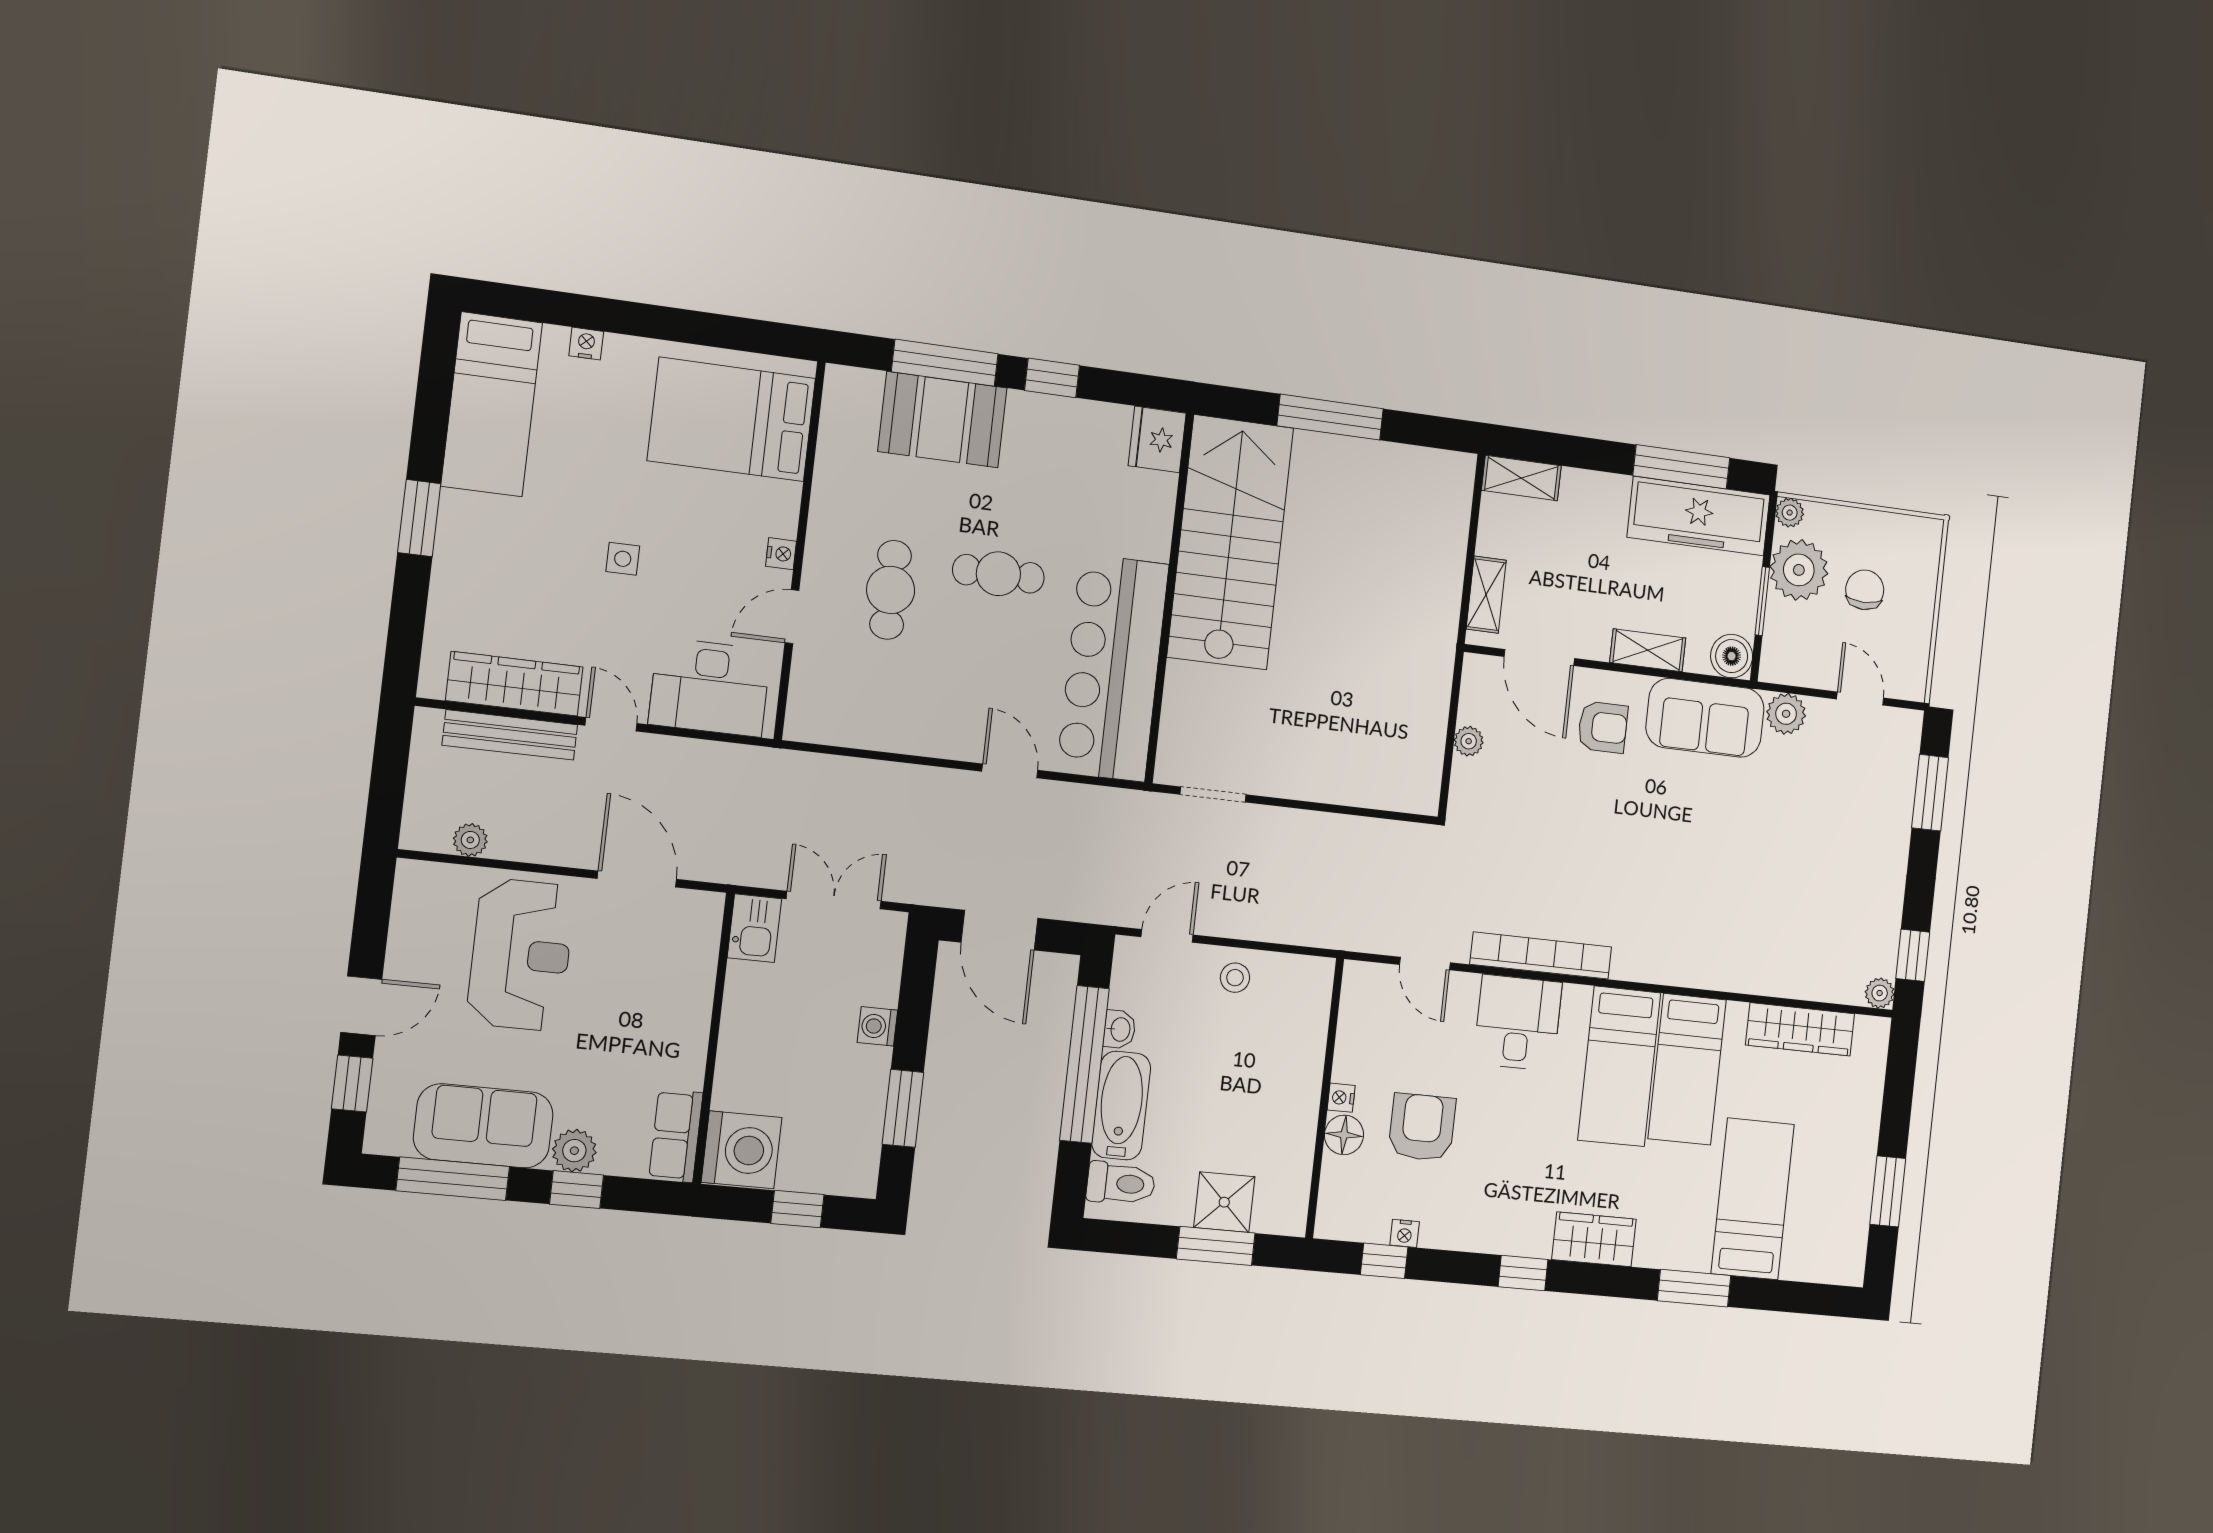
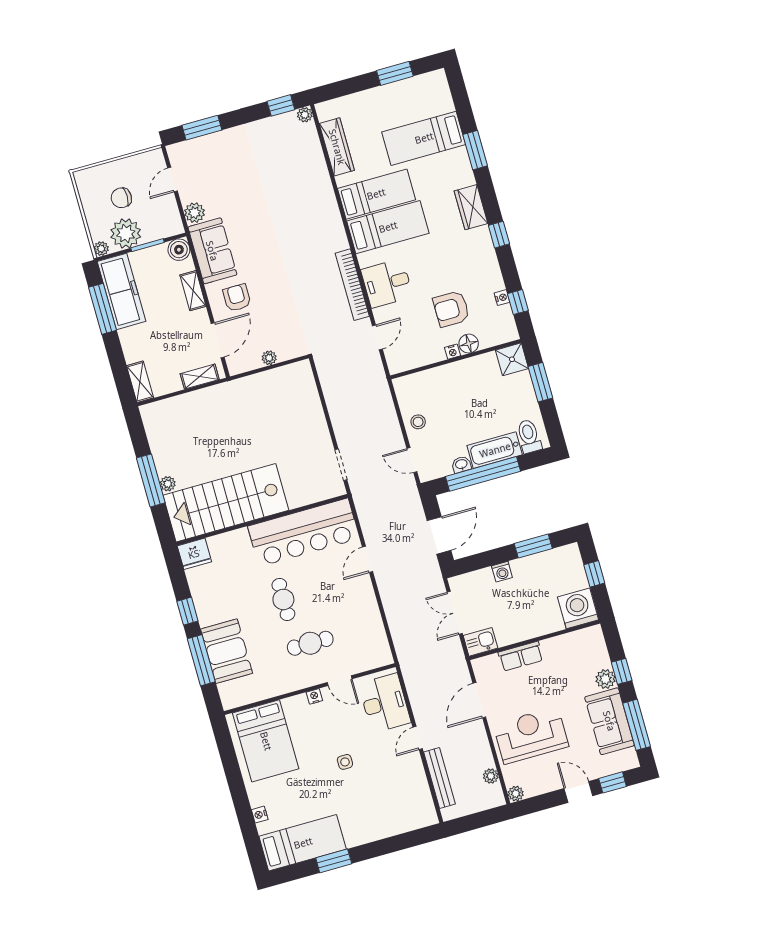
plant: (1311, 447) -> (168, 484), added
window: (419, 518) -> (334, 861), moved
wardrobe: (514, 684) -> (417, 785), removed
plant: (412, 876) -> (516, 794), added
row of seats: (676, 1136) -> (521, 656), moved
shower: (1224, 1202) -> (512, 359), moved

